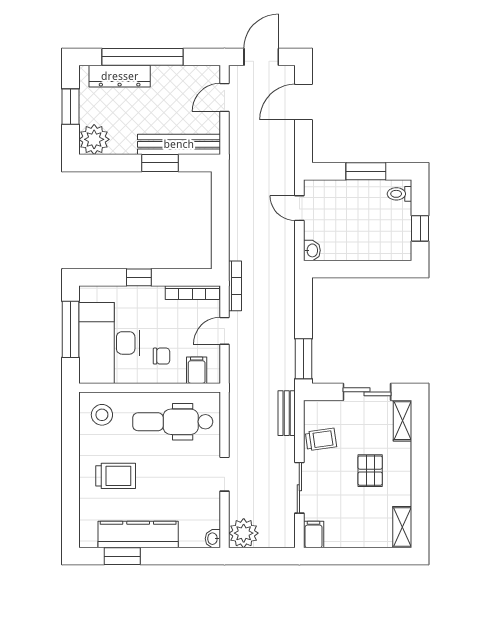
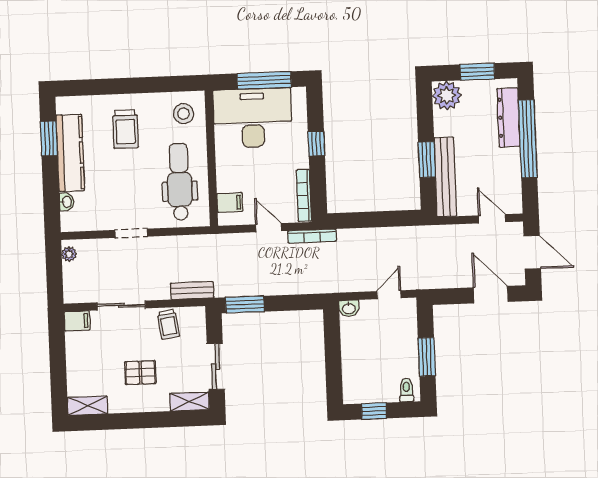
chair: (162, 356) -> (242, 168), removed
plant: (244, 533) -> (69, 254), width x0.53, depth x0.53
washbasin: (213, 539) -> (67, 202), moved, turned 90

